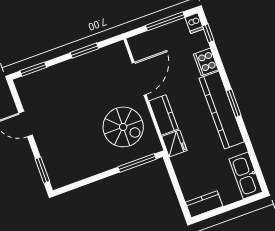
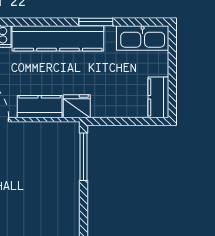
window: (234, 103) -> (96, 22), moved
spiral stairs: (123, 127) -> (37, 158), removed

